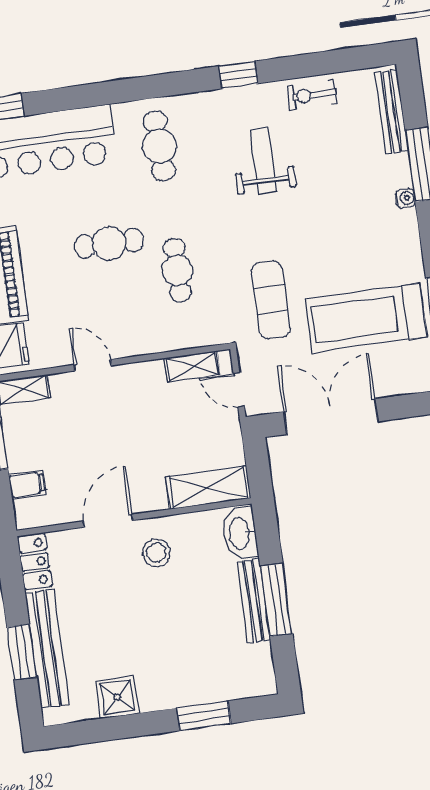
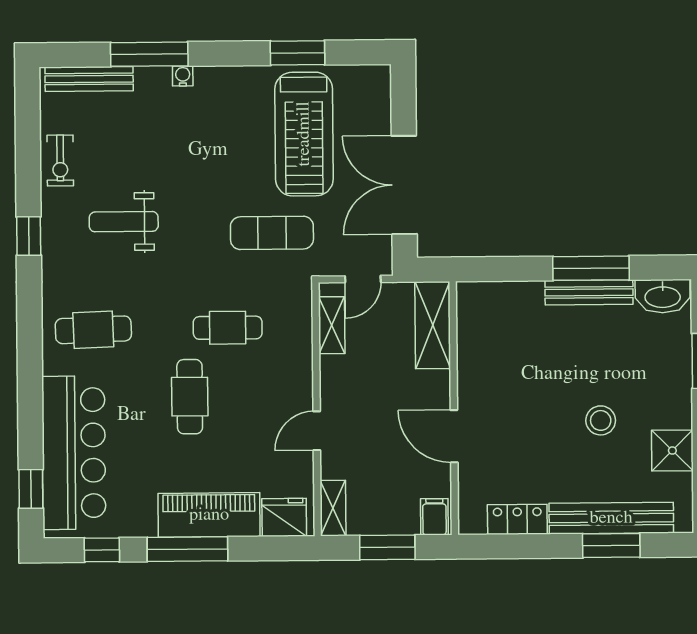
shelving: (208, 488) -> (433, 325), moved
wall: (134, 517) -> (454, 408), moved
door: (108, 521) -> (454, 436), moved
washbasin: (240, 533) -> (663, 296), moved
stool: (156, 553) -> (601, 420), moved

